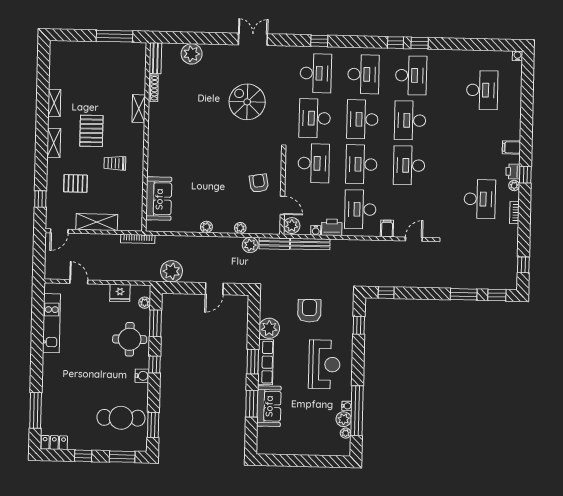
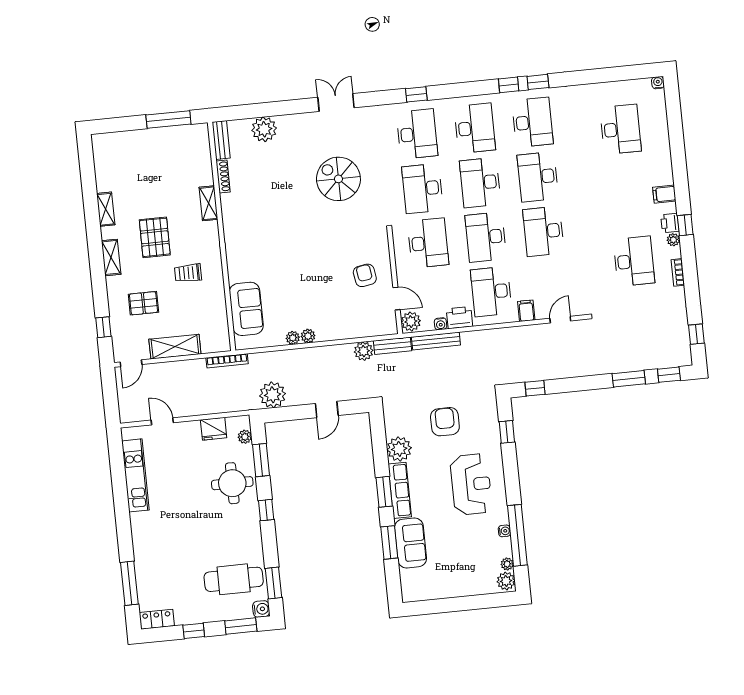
plant: (240, 228) -> (293, 338), moved
water cooler: (142, 376) -> (261, 609), moved
plant: (344, 419) -> (506, 581), moved

